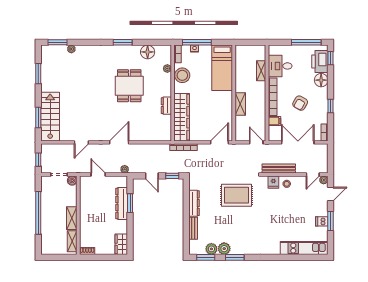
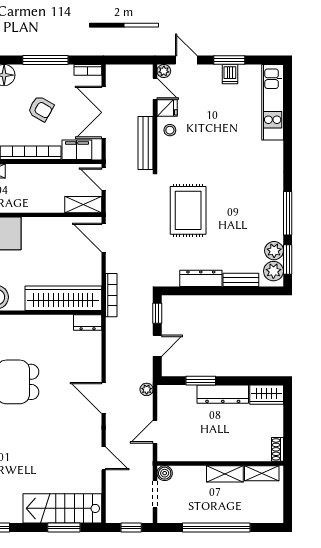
shelving: (240, 104) -> (83, 205), moved
dresser: (166, 106) -> (88, 323), moved
window: (331, 106) -> (45, 60), width x2.17
filing cabinet: (274, 121) -> (77, 150), width x2.00
door: (256, 142) -> (104, 179), hinge flipped
fridge: (273, 182) -> (167, 108), moved
dresser: (122, 204) -> (223, 394), moved
plant: (224, 249) -> (273, 271), moved
window: (235, 257) -> (288, 213), width x1.44

